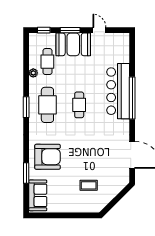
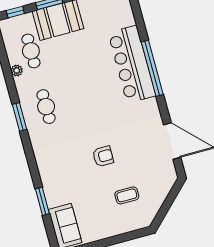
cafe table: (47, 105) -> (46, 107), width x0.73, depth x0.74
cafe table: (79, 105) -> (87, 96), removed
armchair: (47, 157) -> (103, 156), moved, width x0.53, depth x0.53

